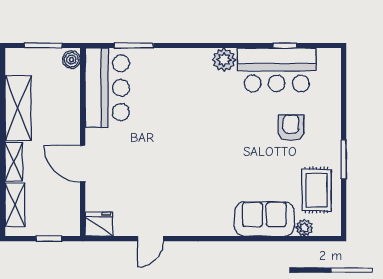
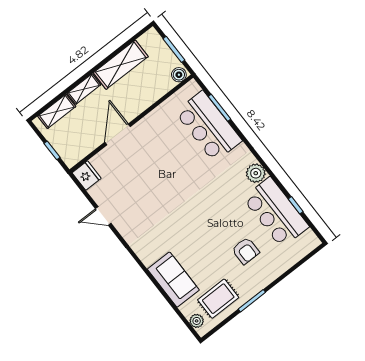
bar counter: (107, 88) -> (208, 126), moved, turned 90
armchair: (291, 128) -> (246, 251), turned 90
plant: (304, 228) -> (197, 321), moved

